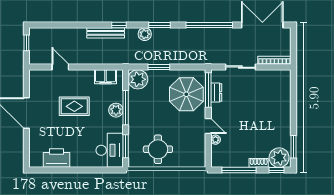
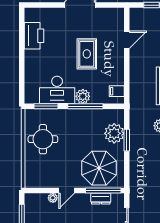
filing cabinet: (105, 77) -> (117, 91), width x0.50
plant: (138, 79) -> (114, 133), moved
desk: (110, 150) -> (57, 90), moved

